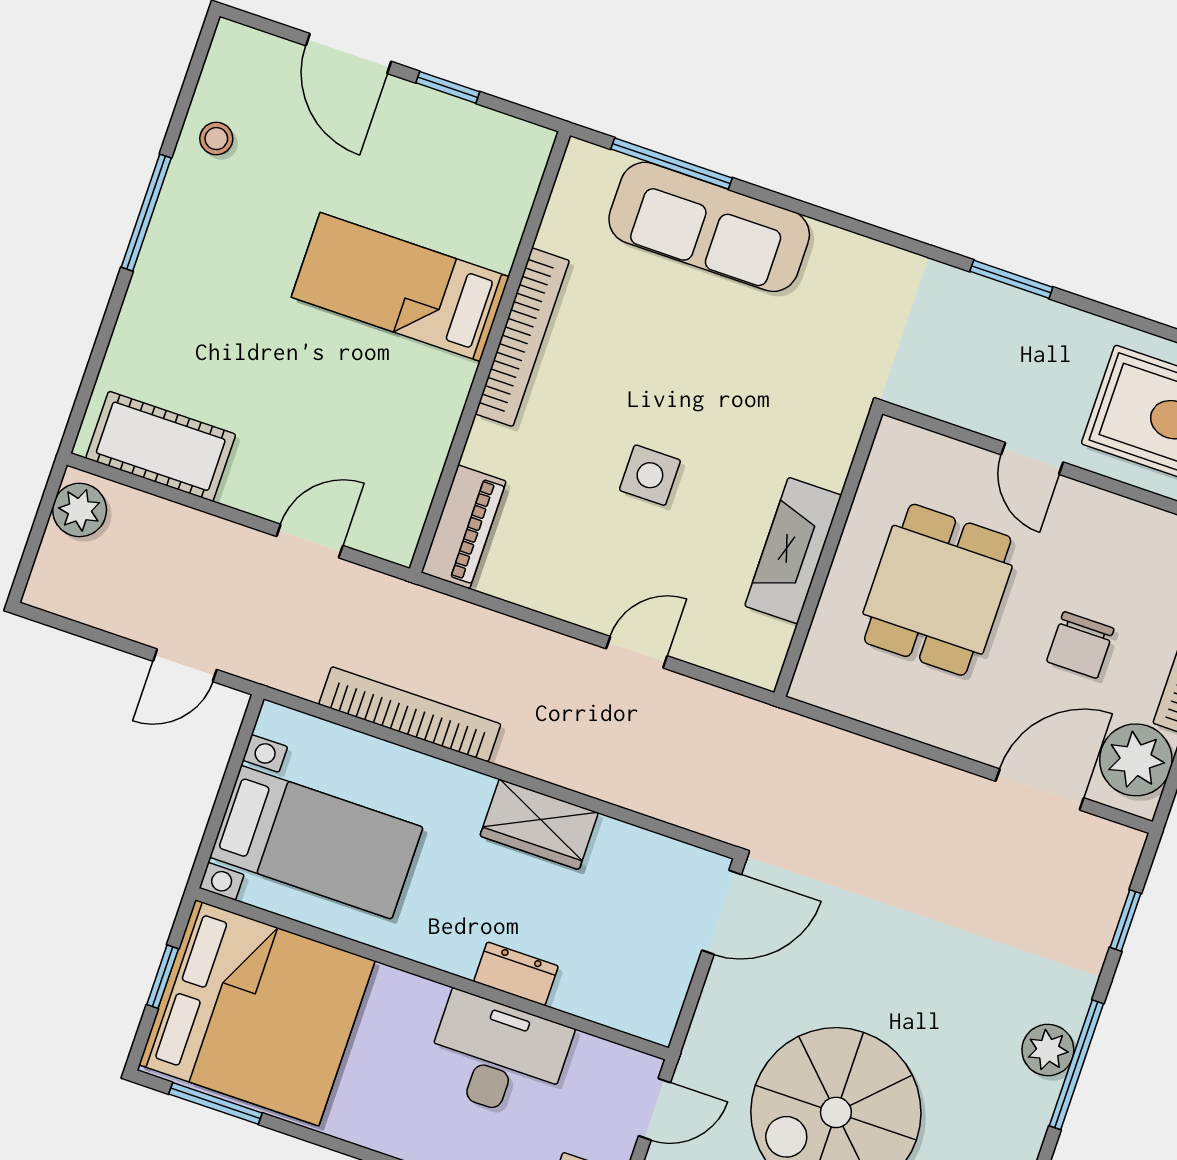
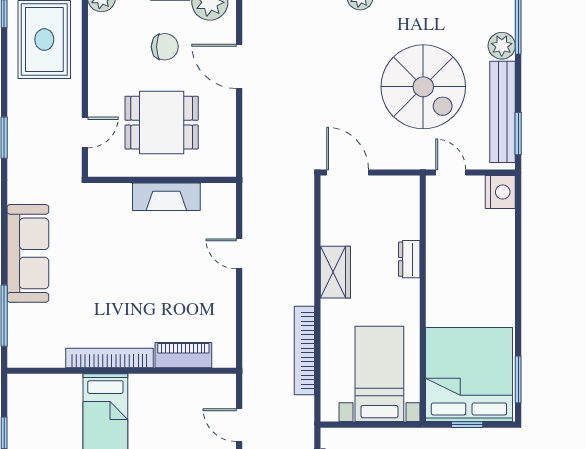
sofa: (709, 227) -> (28, 253), moved
door: (1032, 458) -> (85, 133), moved
side table: (650, 475) -> (154, 276), removed
piano: (464, 527) -> (183, 355), moved
door: (1040, 789) -> (239, 66), moved
desk: (498, 1056) -> (451, 254), removed

